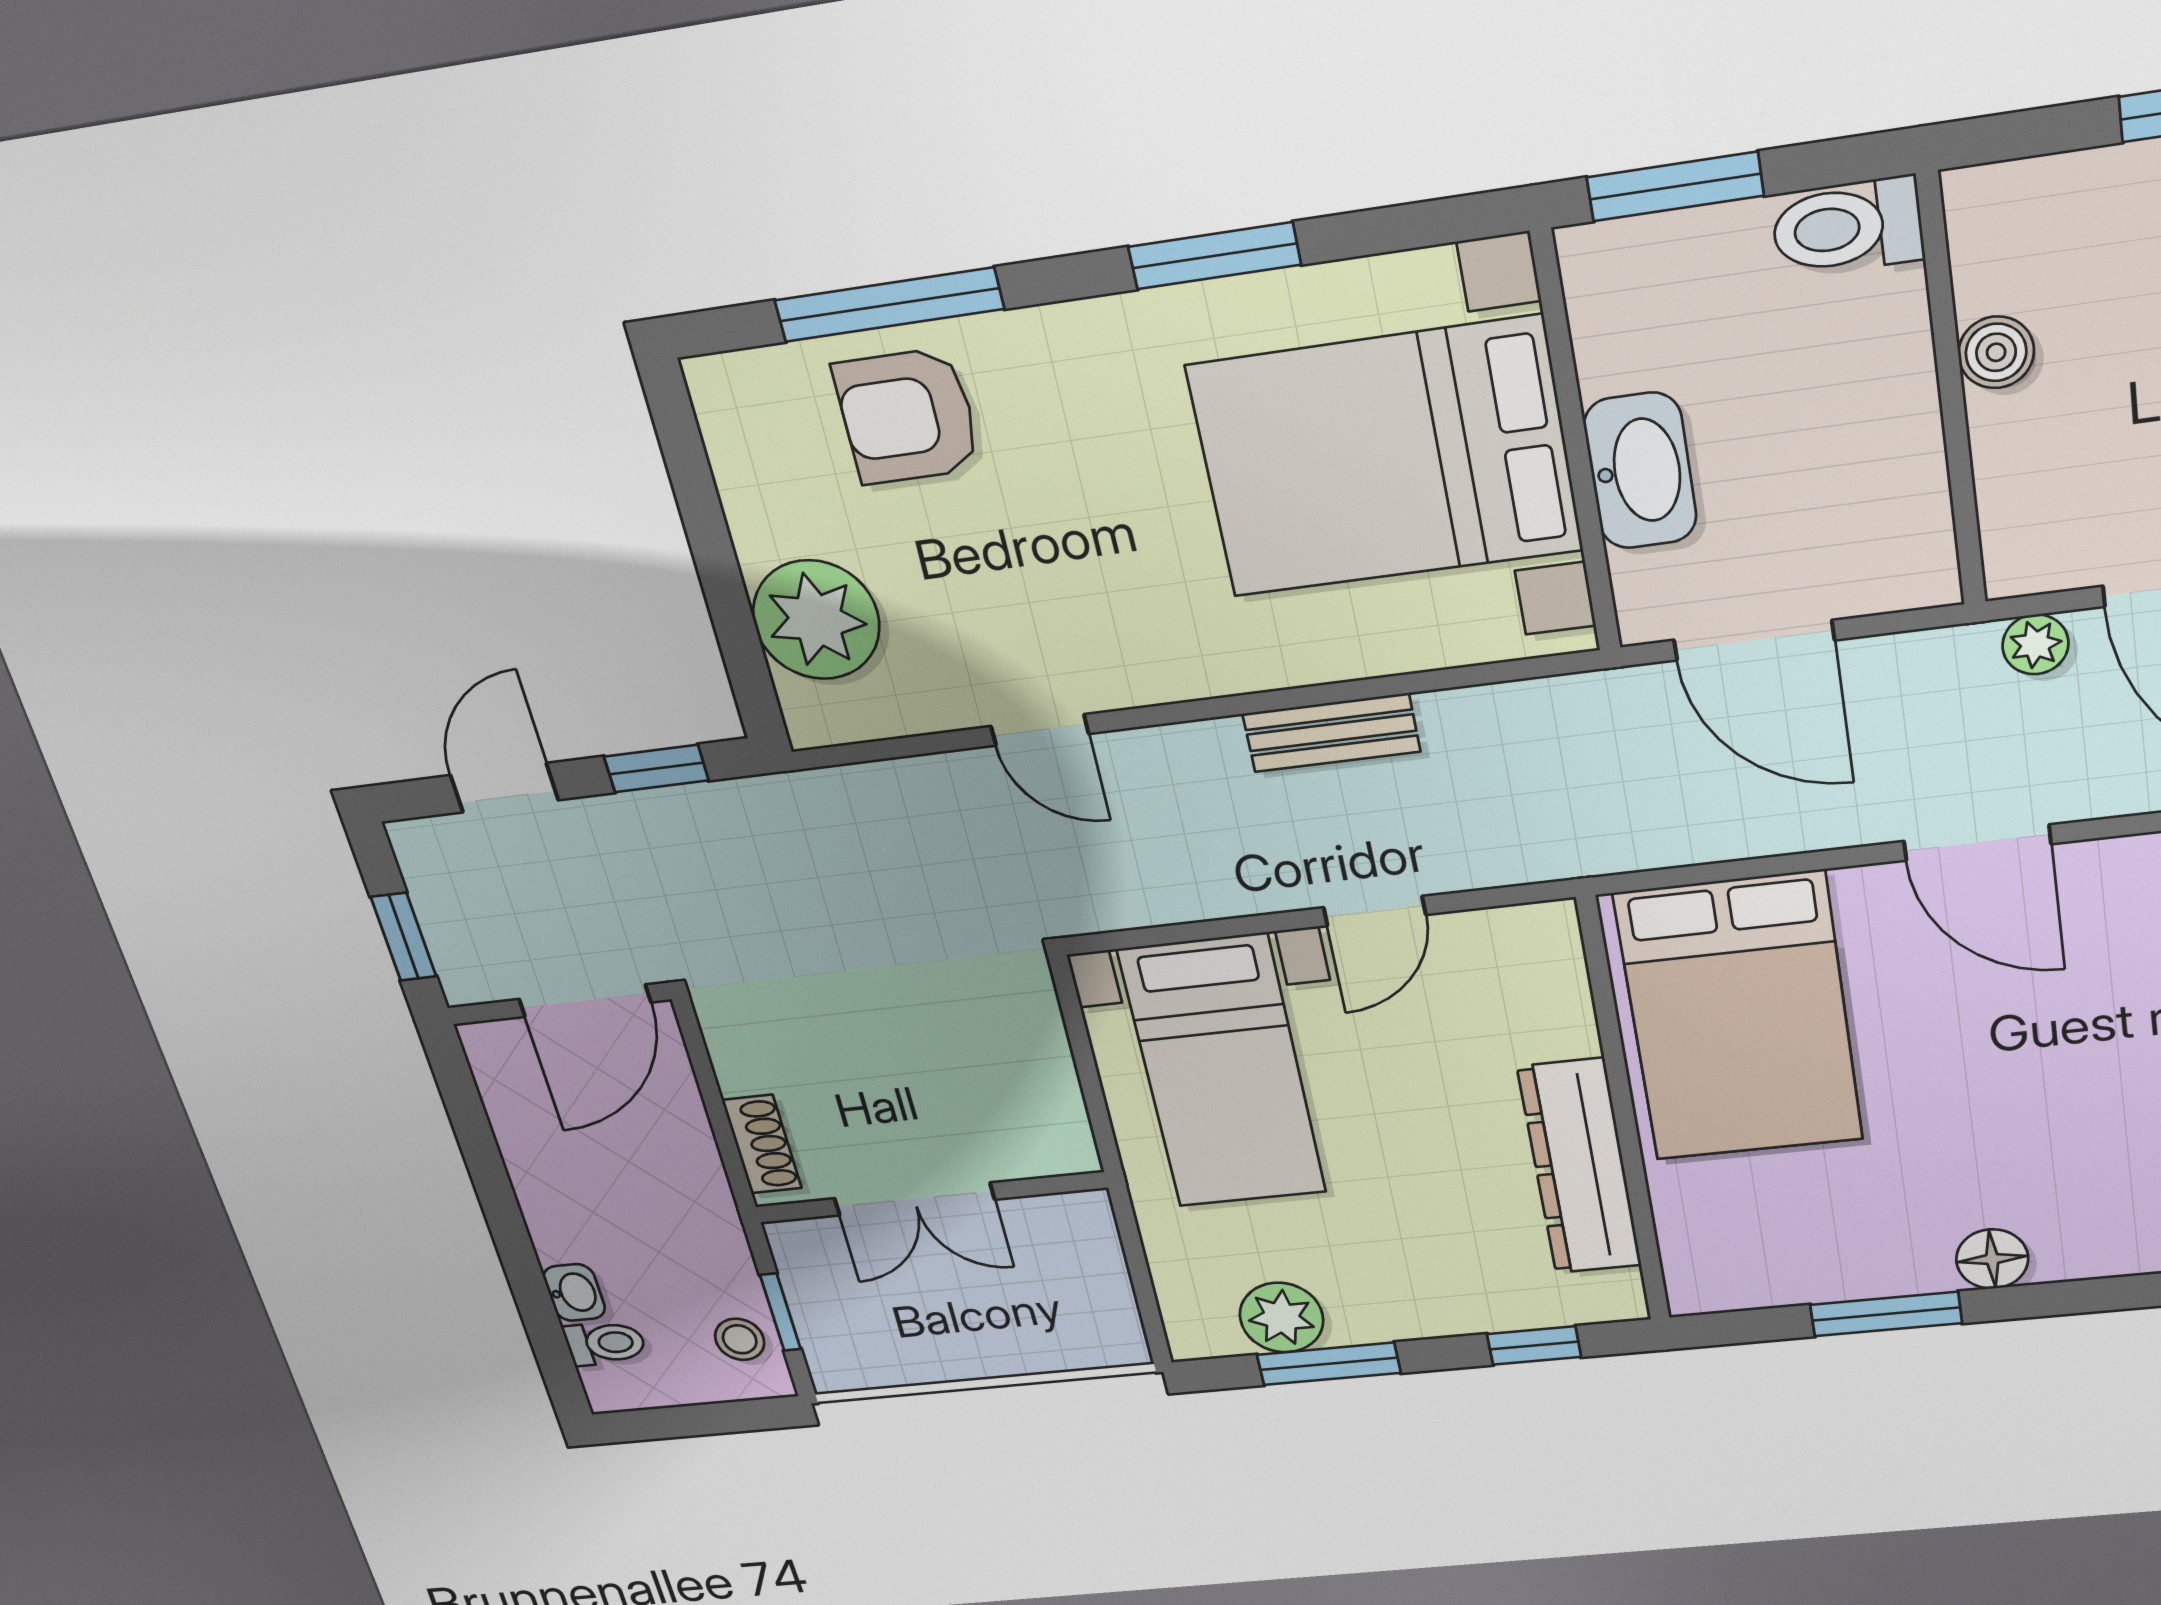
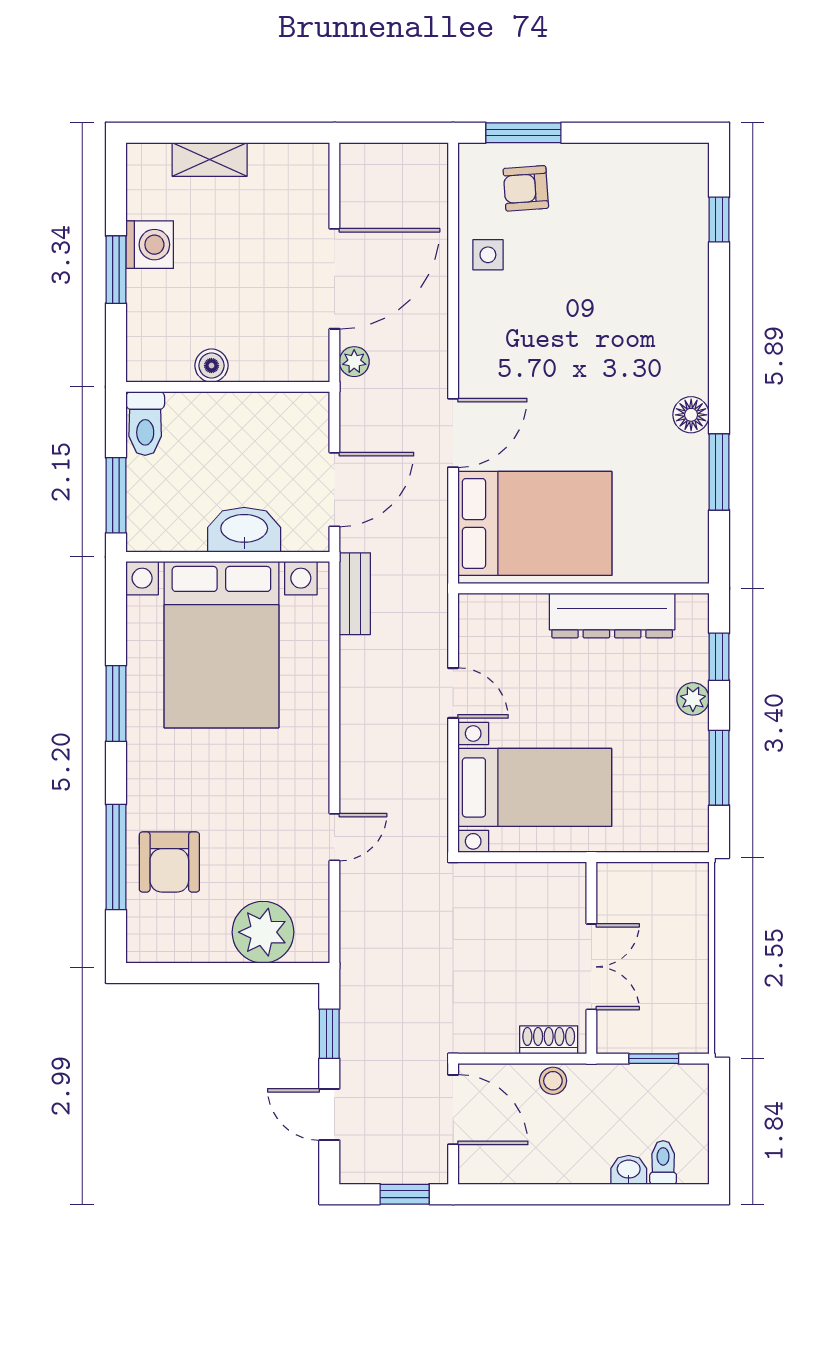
bench: (1331, 733) -> (355, 594), moved
door: (1977, 843) -> (453, 433), moved
plant: (1282, 1318) -> (693, 699), moved, width x0.73, depth x0.73
stool: (740, 1339) -> (553, 1081), moved

